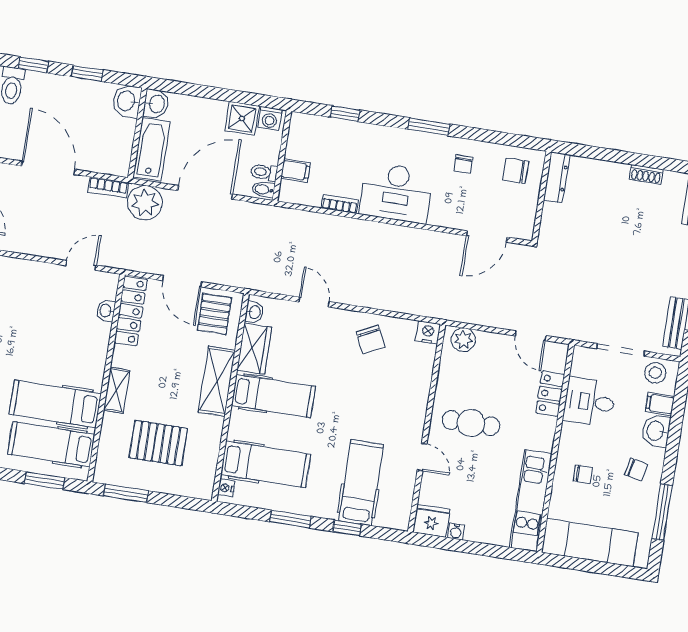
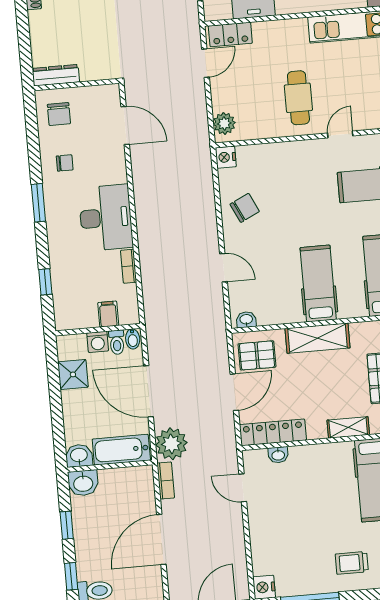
washing machine: (270, 118) -> (98, 342), moved, turned 90
door: (314, 302) -> (223, 268), swing flipped
wardrobe: (254, 349) -> (279, 311), removed
locker: (550, 394) -> (230, 35), moved

